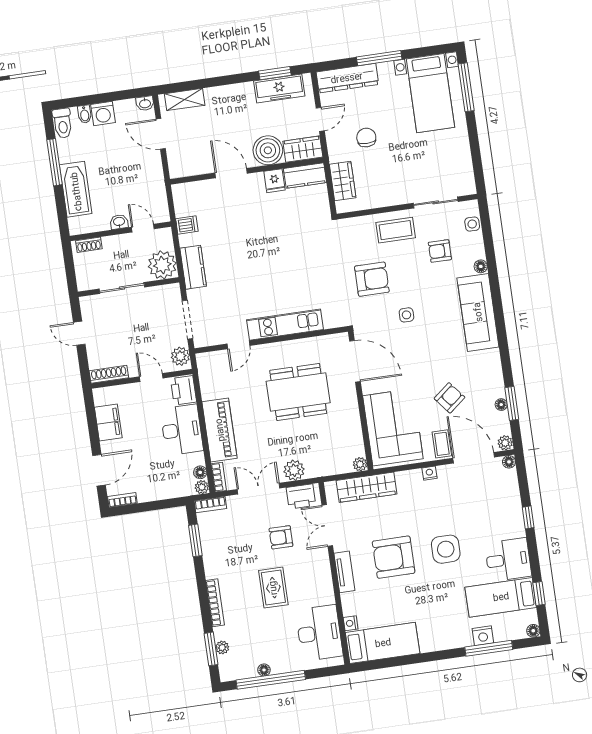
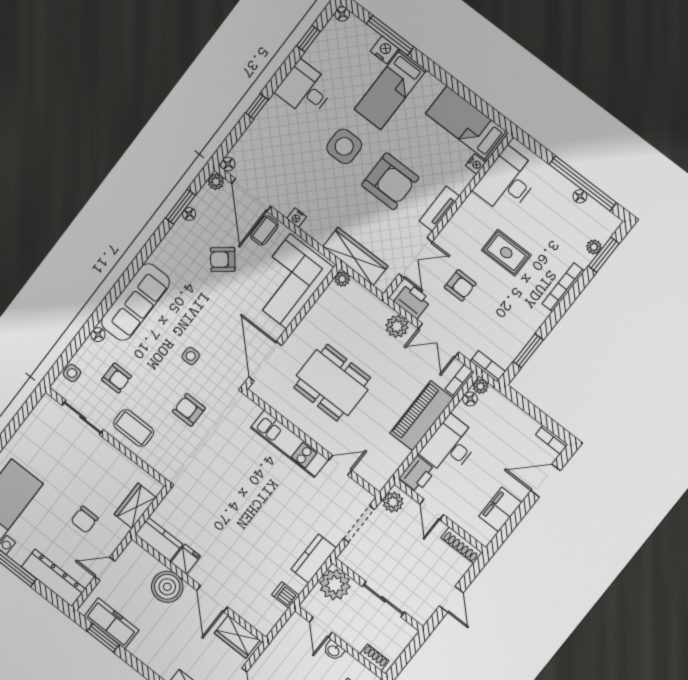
wardrobe: (303, 149) -> (237, 637), moved
armchair: (372, 279) -> (189, 410), width x0.72, depth x0.72
rug: (273, 588) -> (506, 253), turned 90
bed: (501, 597) -> (390, 90), moved, turned 90

